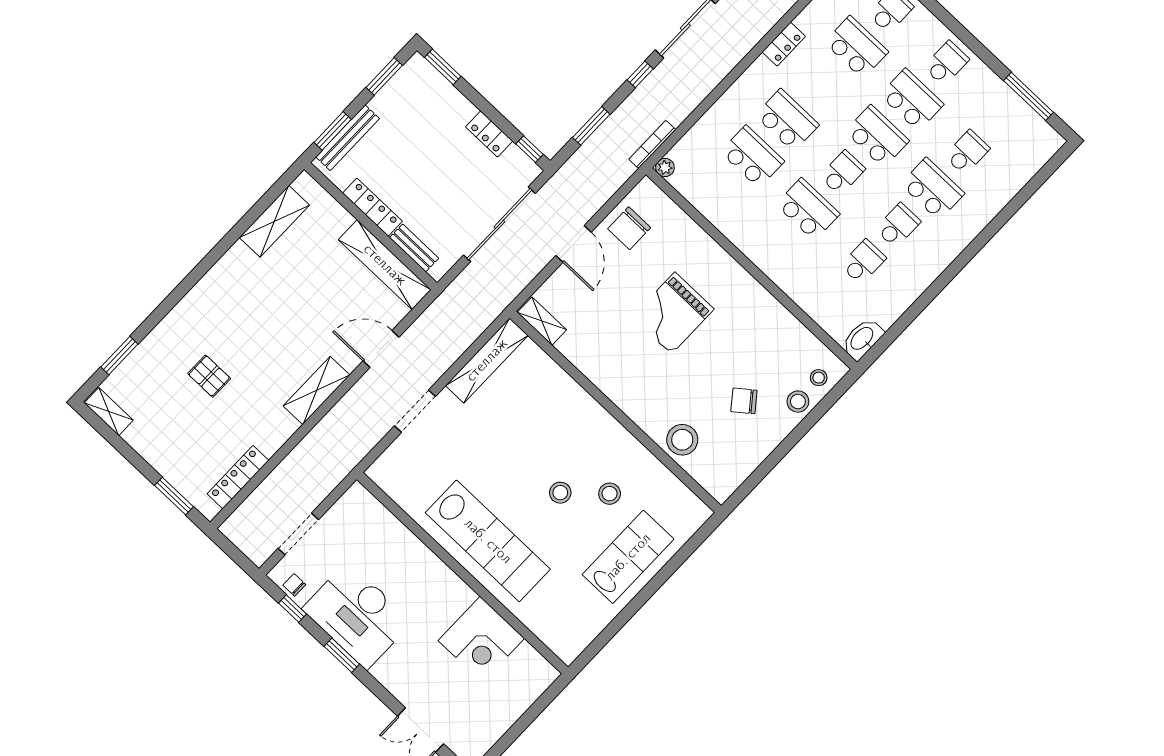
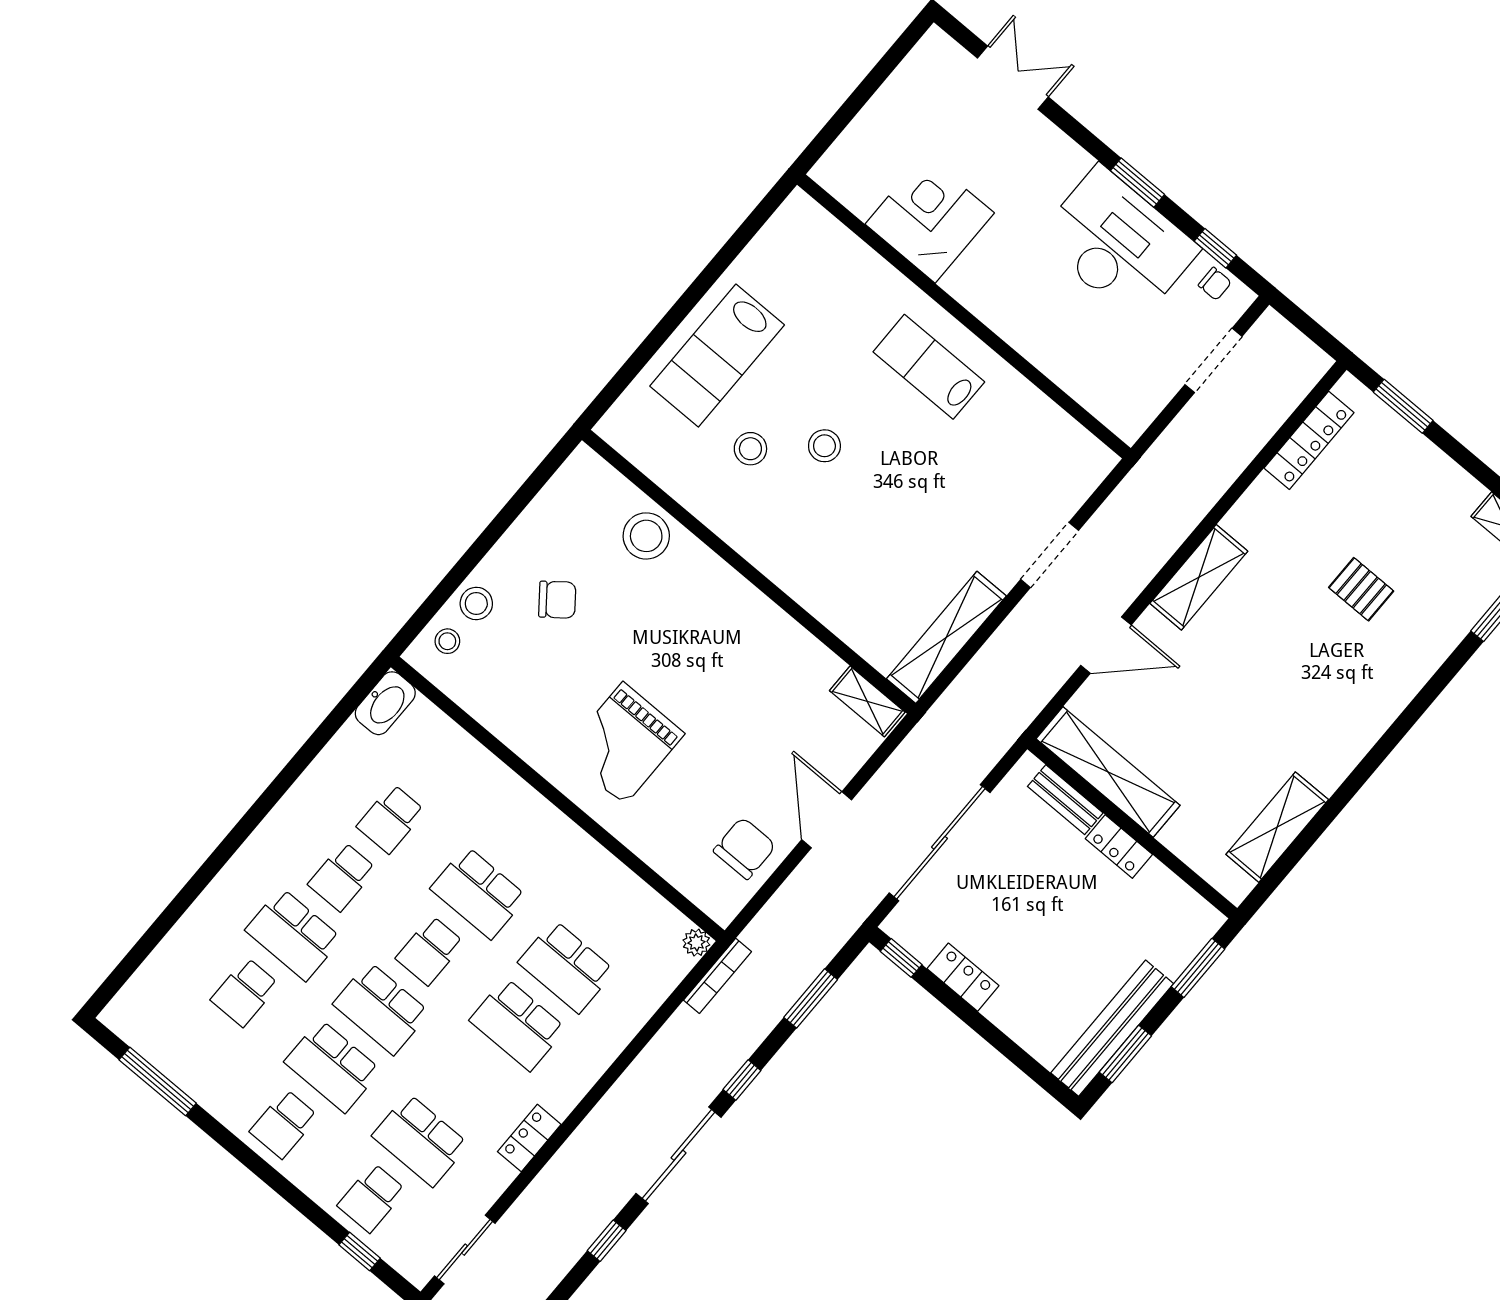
window: (443, 67) -> (1038, 1074), removed
bench: (348, 138) -> (1112, 1028), moved, width x1.37, depth x1.21
locker: (372, 207) -> (1119, 847), width x0.66
grand piano: (673, 313) -> (624, 743), moved, turned 180
lab bench: (488, 541) -> (929, 367), width x0.54, depth x0.72

